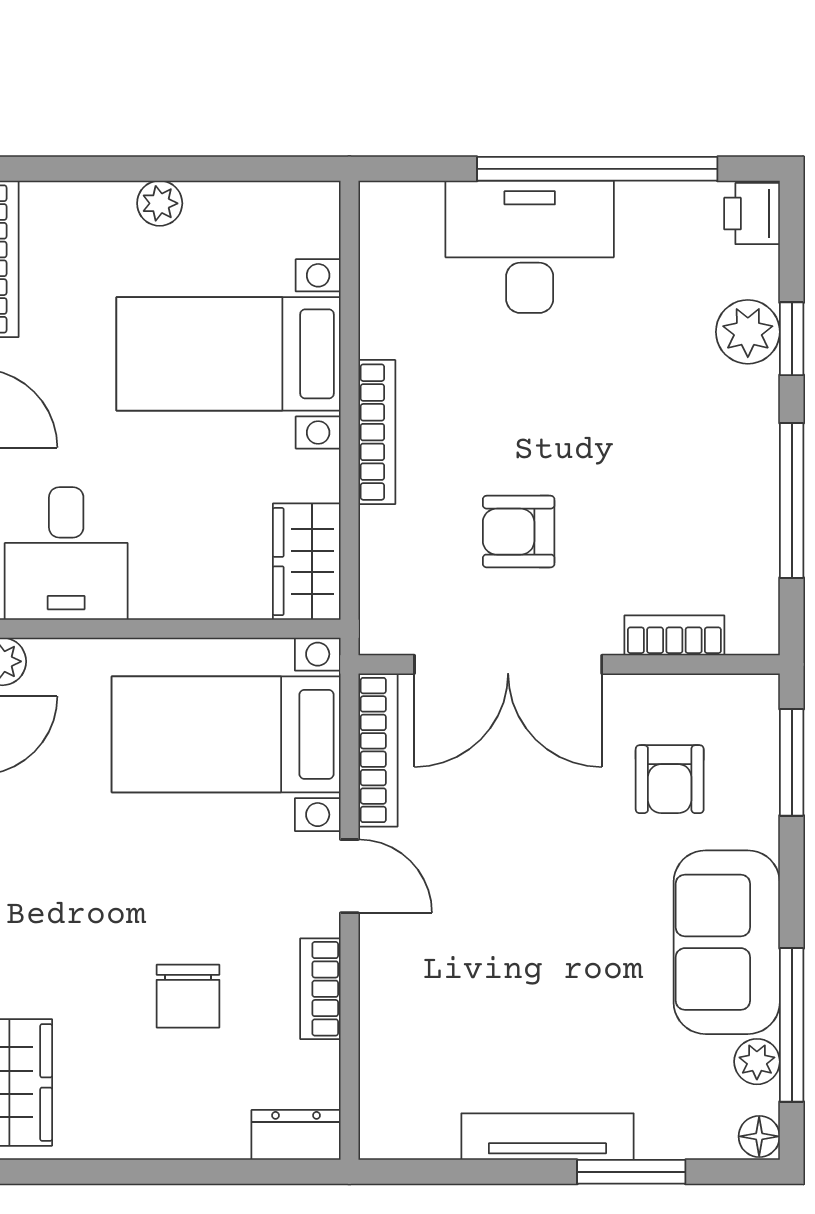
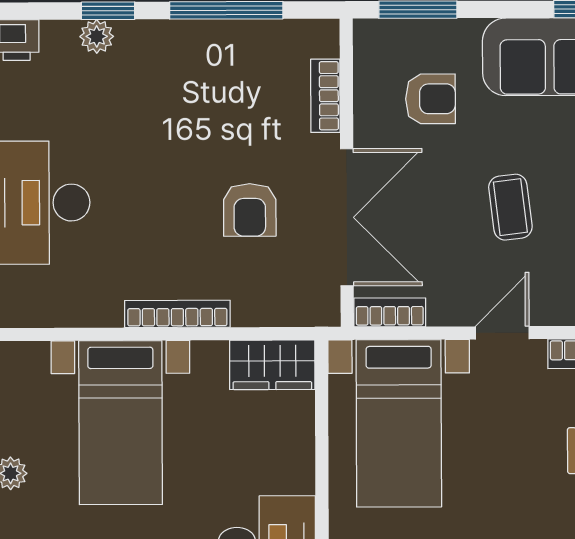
plant: (748, 332) -> (97, 36), width x0.73, depth x0.73
bookcase: (378, 750) -> (390, 312), width x0.64
coffee table: (521, 888) -> (510, 207), added

